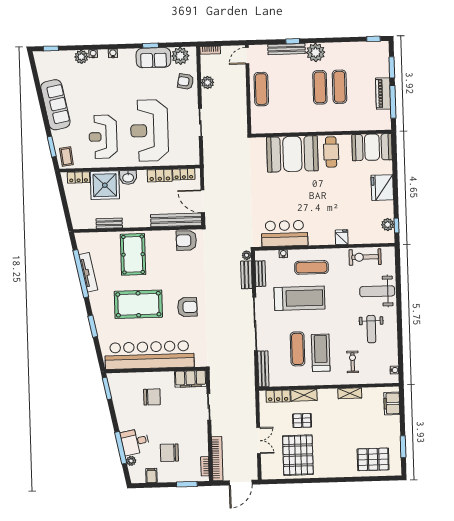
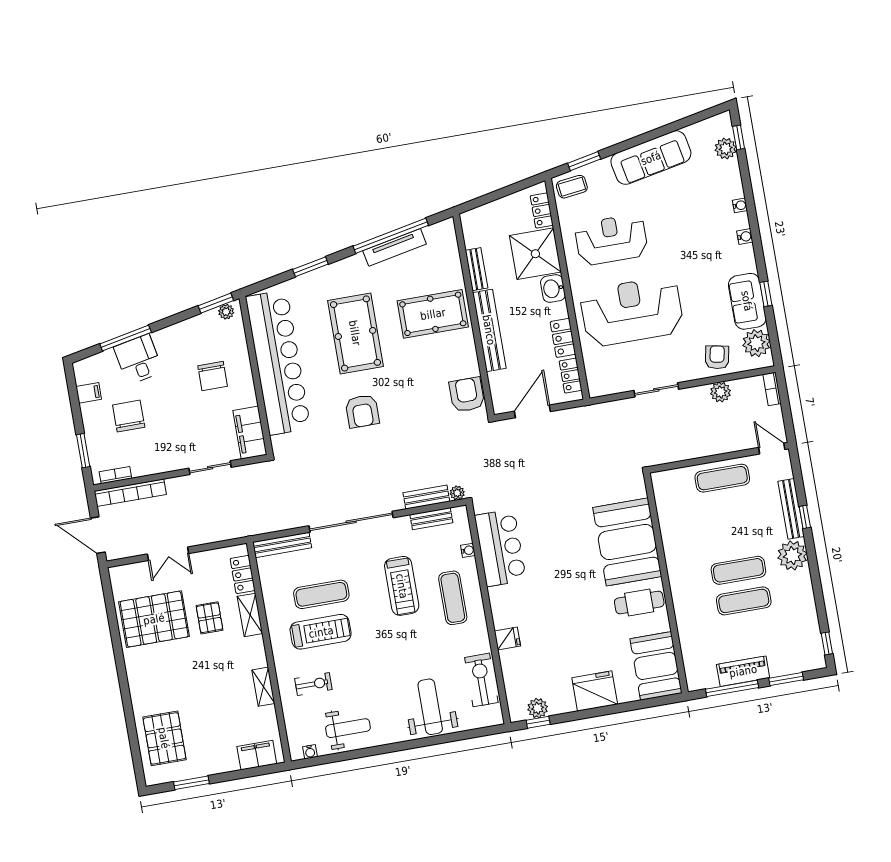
plant: (81, 57) -> (726, 149), moved
bench: (176, 220) -> (489, 330), moved
treadmill: (299, 298) -> (402, 586), width x0.73, depth x0.73
weight bench: (371, 329) -> (348, 728), moved, turned 180
plant: (131, 461) -> (226, 312), moved

